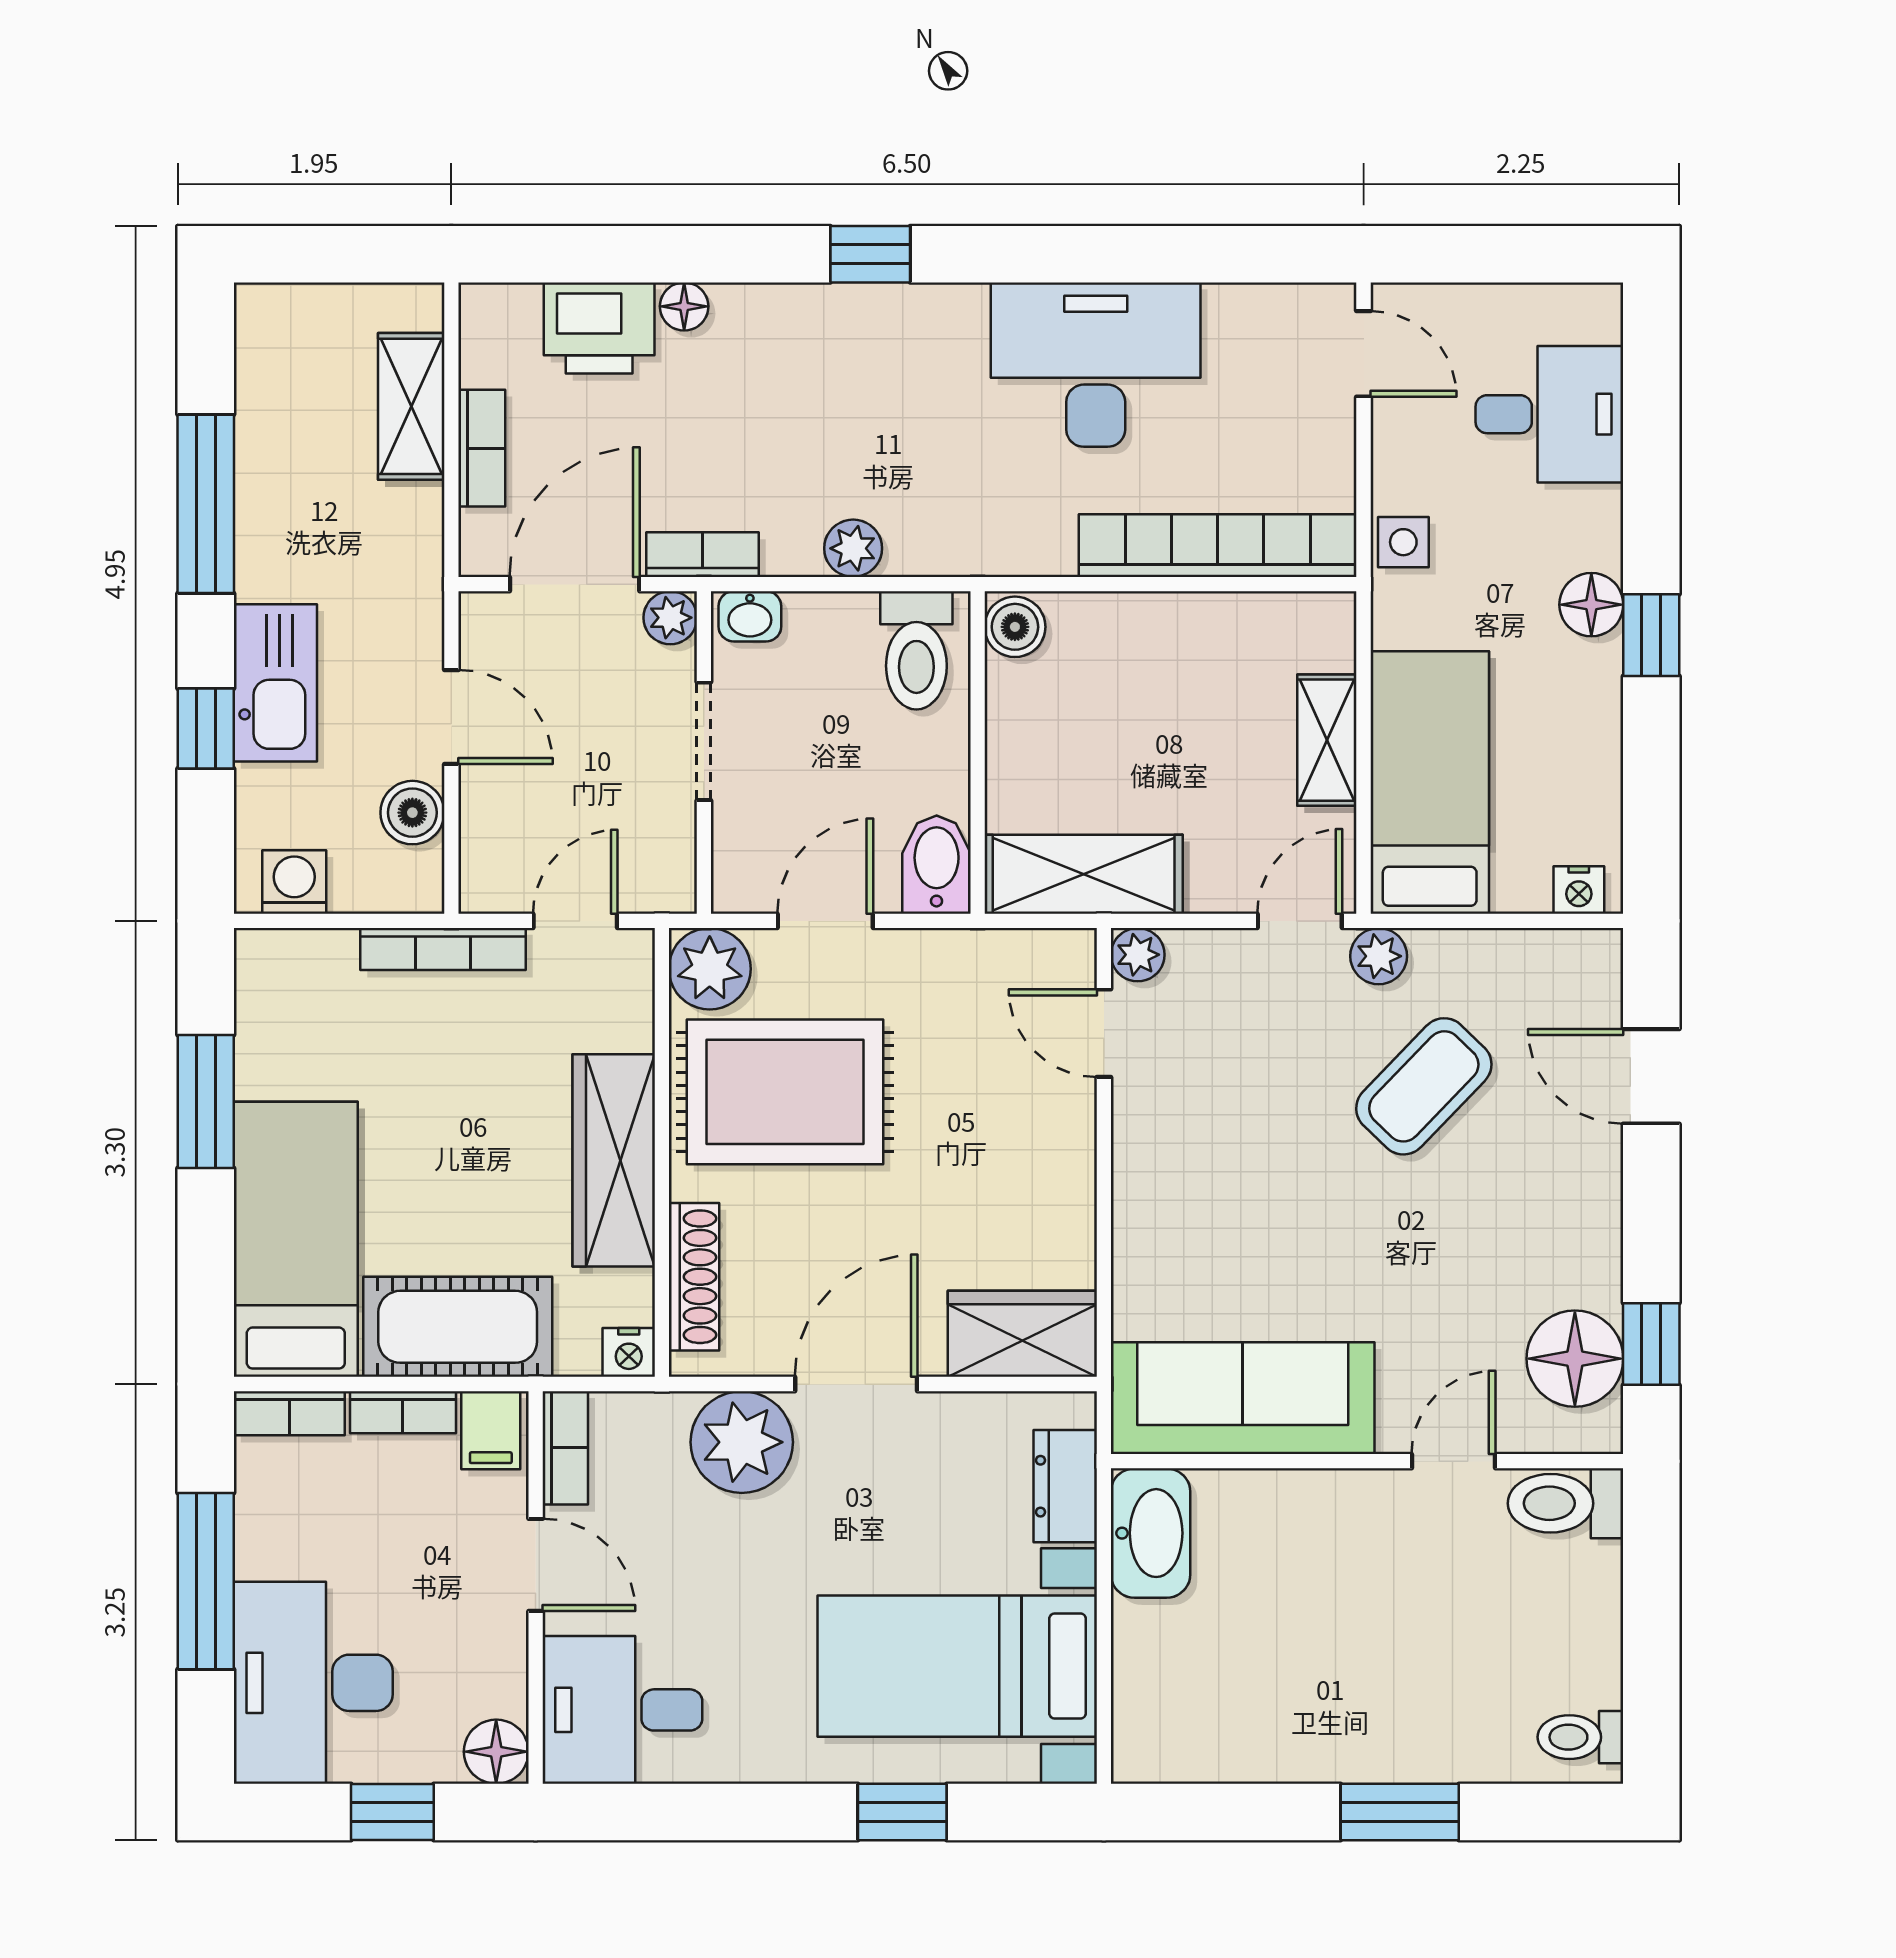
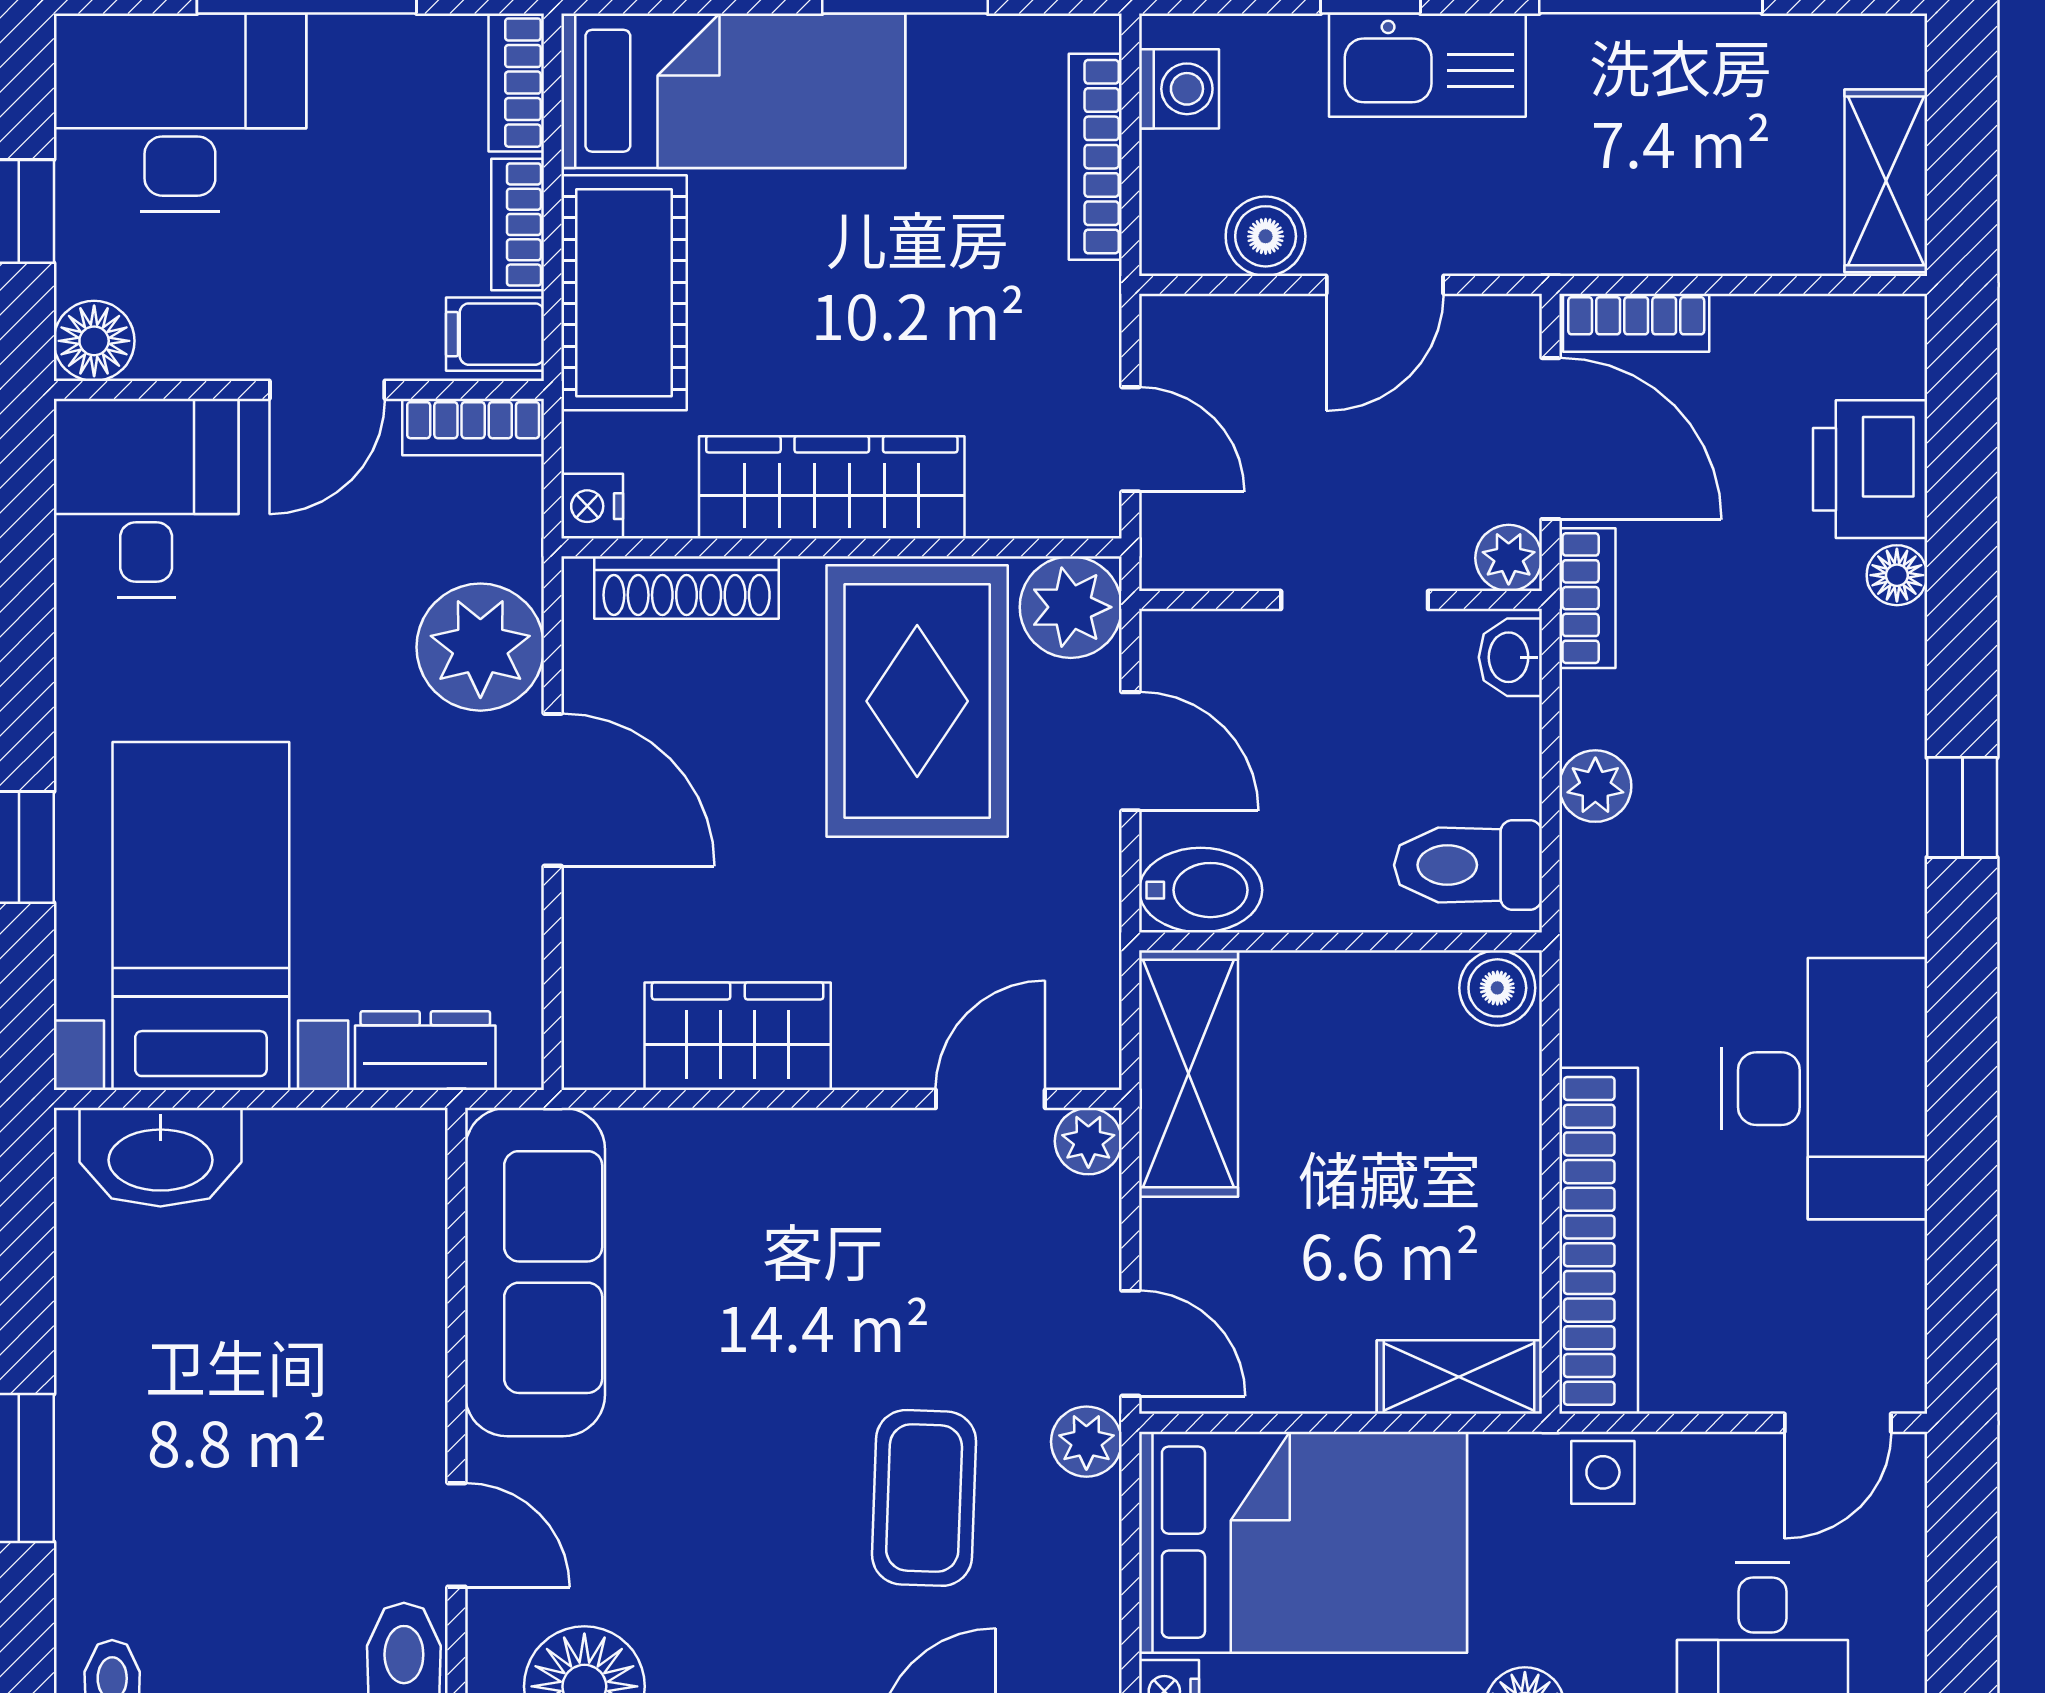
shelving: (411, 406) -> (1886, 181), moved, turned 90
bookcase: (482, 448) -> (1636, 323), moved
shelving: (1327, 740) -> (1459, 1377), moved
bed: (1430, 782) -> (1303, 1542), width x1.50
bookcase: (443, 949) -> (1095, 157), moved
coffee table: (1424, 1086) -> (924, 1498), turned 48
wardrobe: (1022, 1334) -> (738, 1036), moved, turned -90
washbasin: (1151, 1533) -> (160, 1157), moved

